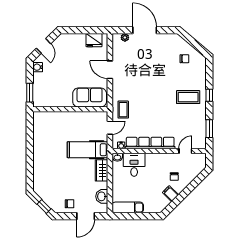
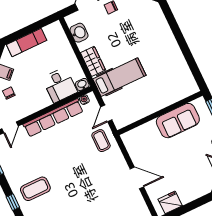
sofa: (90, 98) -> (178, 121), moved
exam couch: (128, 207) -> (27, 42), moved

